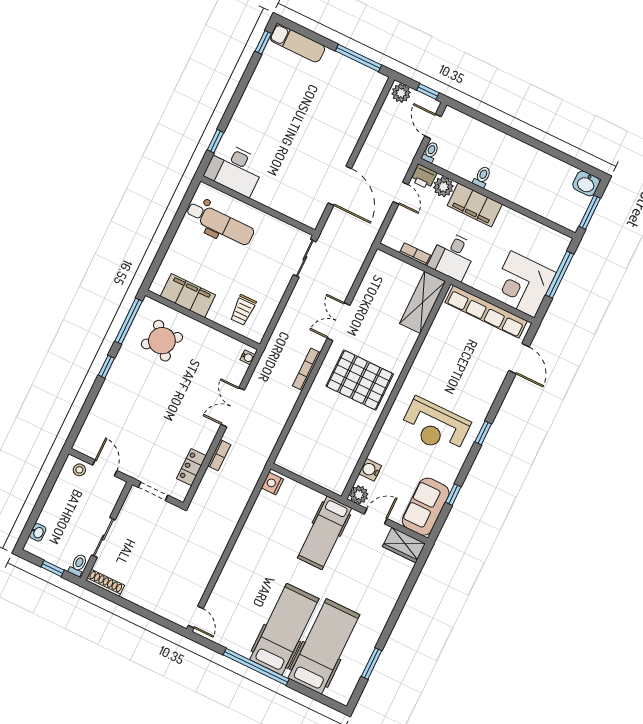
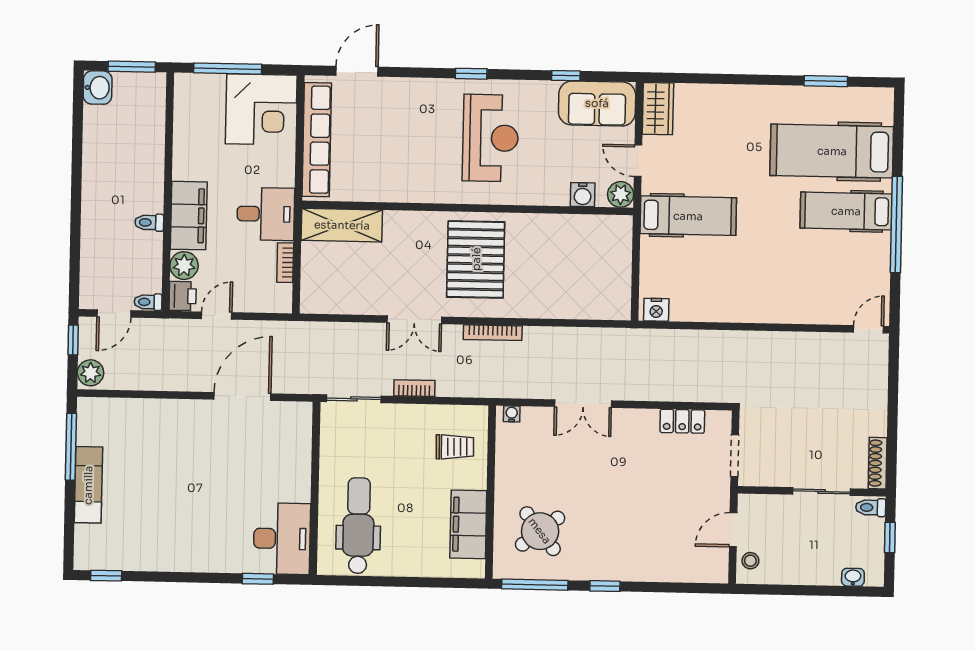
exam couch: (297, 43) -> (88, 485), moved
bookcase: (219, 455) -> (414, 388), moved
hospital bed: (284, 629) -> (846, 211), width x0.73, depth x0.78

